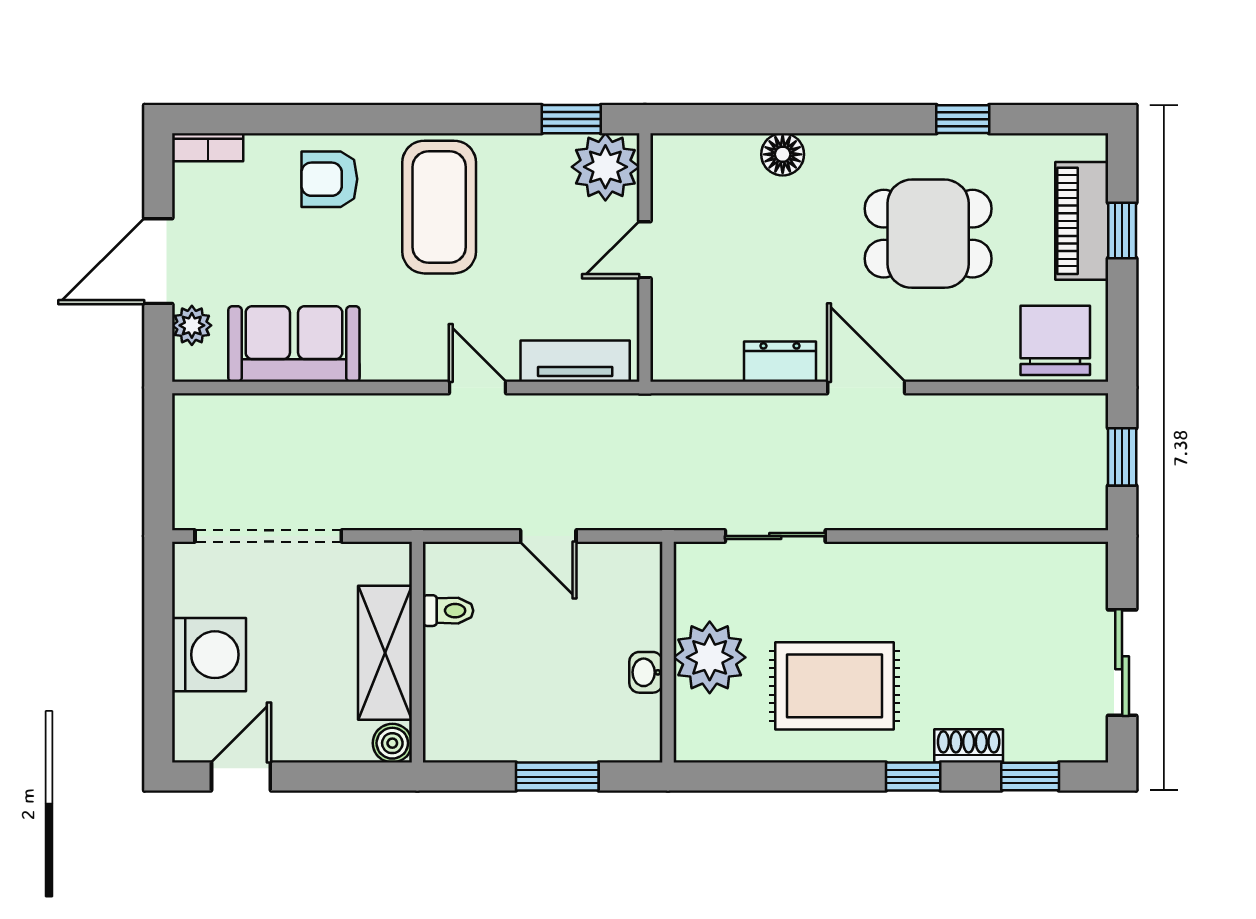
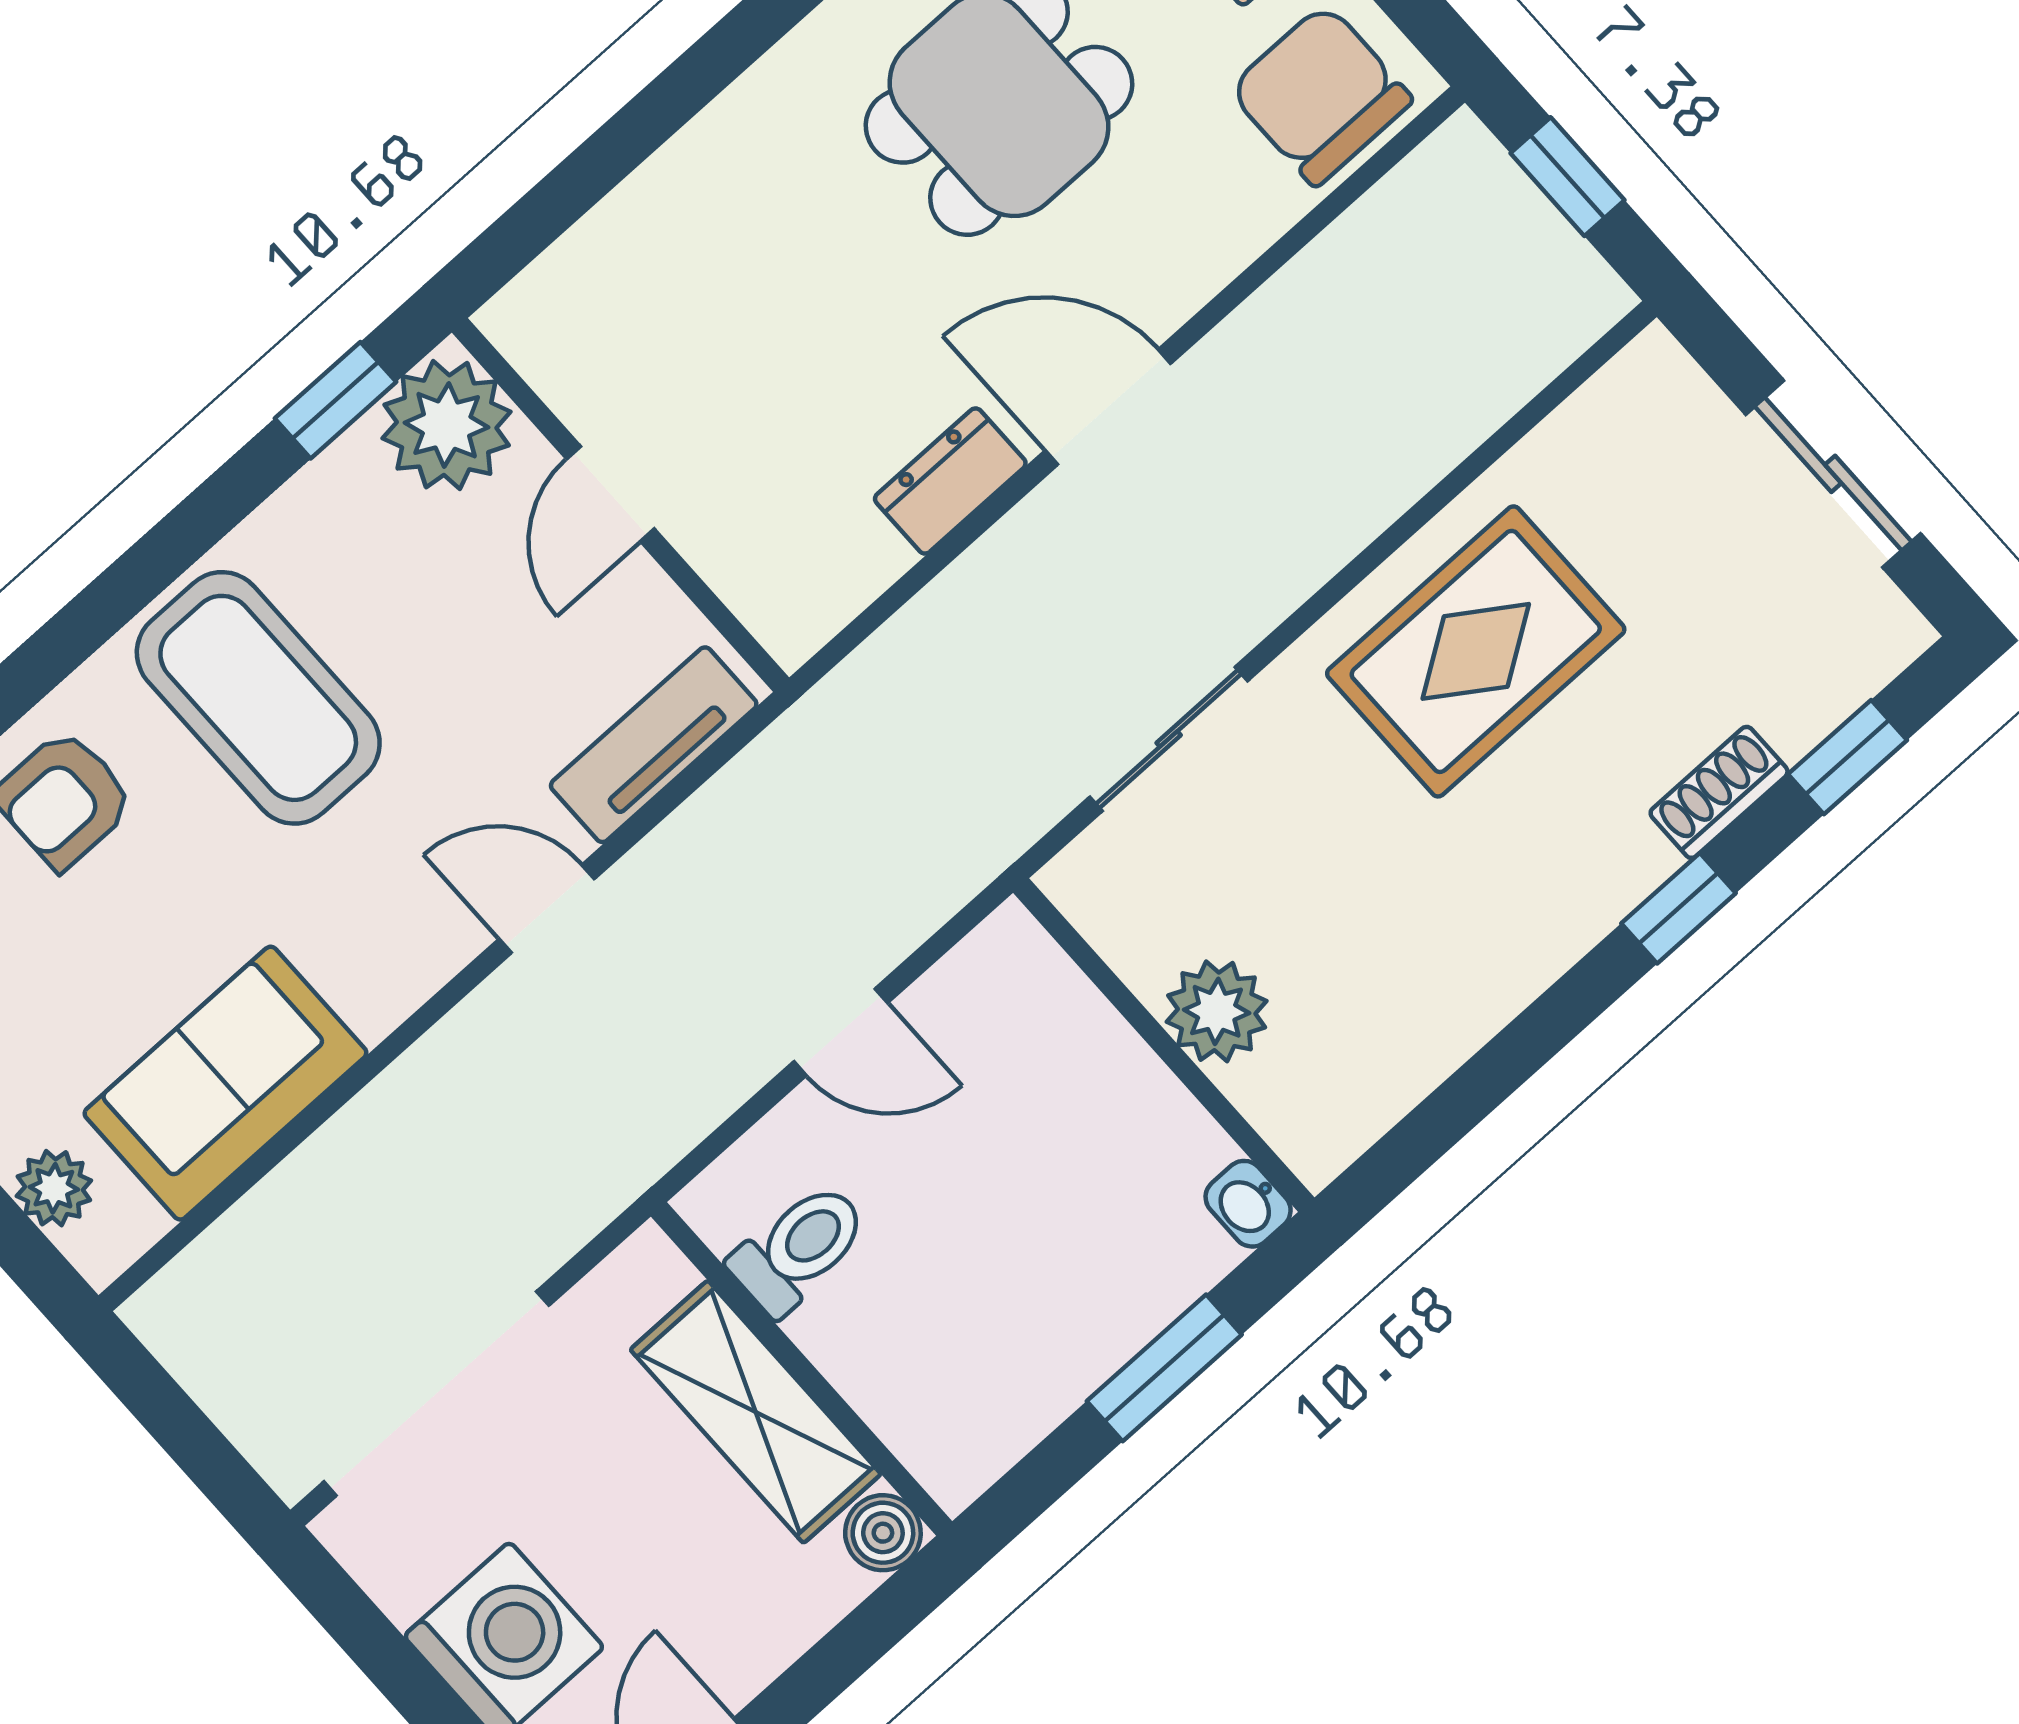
floor lamp: (783, 154) -> (686, 178), removed
toilet: (448, 611) -> (799, 1248), width x1.37, depth x1.39
plant: (710, 657) -> (1217, 1011), width x0.73, depth x0.73
washbasin: (646, 672) -> (1248, 1204), moved
rug: (835, 686) -> (1476, 651), moved

